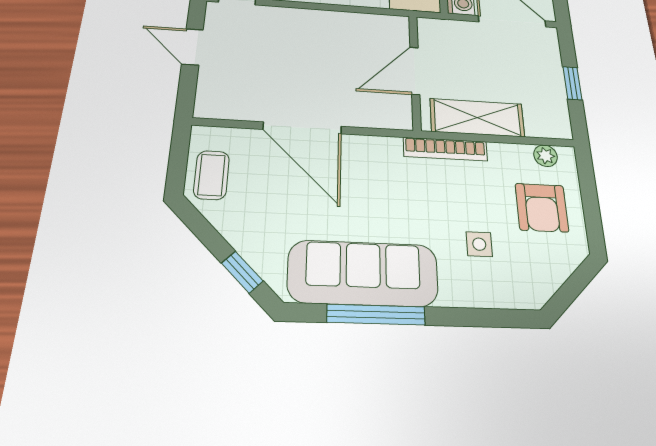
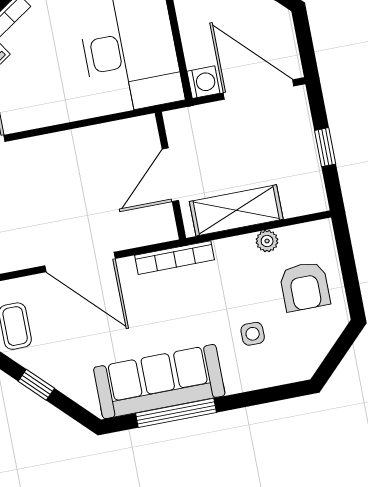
bookcase: (445, 149) -> (175, 258), moved
plant: (546, 156) -> (267, 241), moved
window: (242, 272) -> (36, 385), moved

